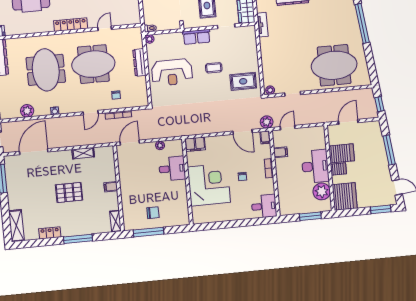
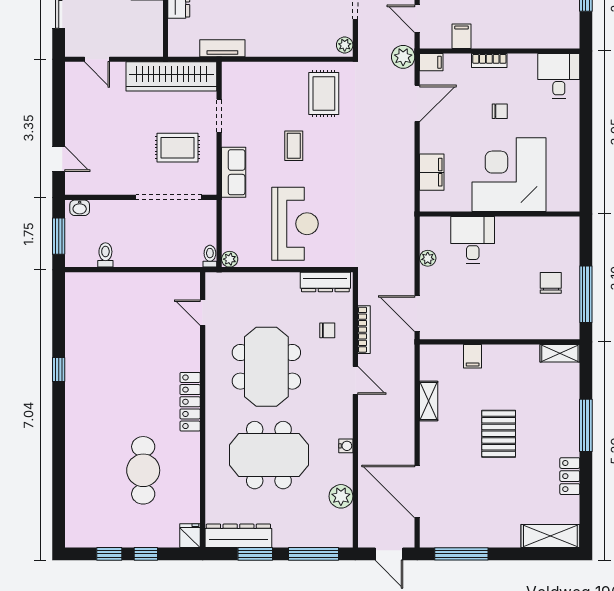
door: (105, 28) -> (203, 313), moved
dresser: (139, 62) -> (325, 282), moved
filing cabinet: (195, 144) -> (432, 172), moved
filing cabinet: (111, 187) -> (473, 356), moved

